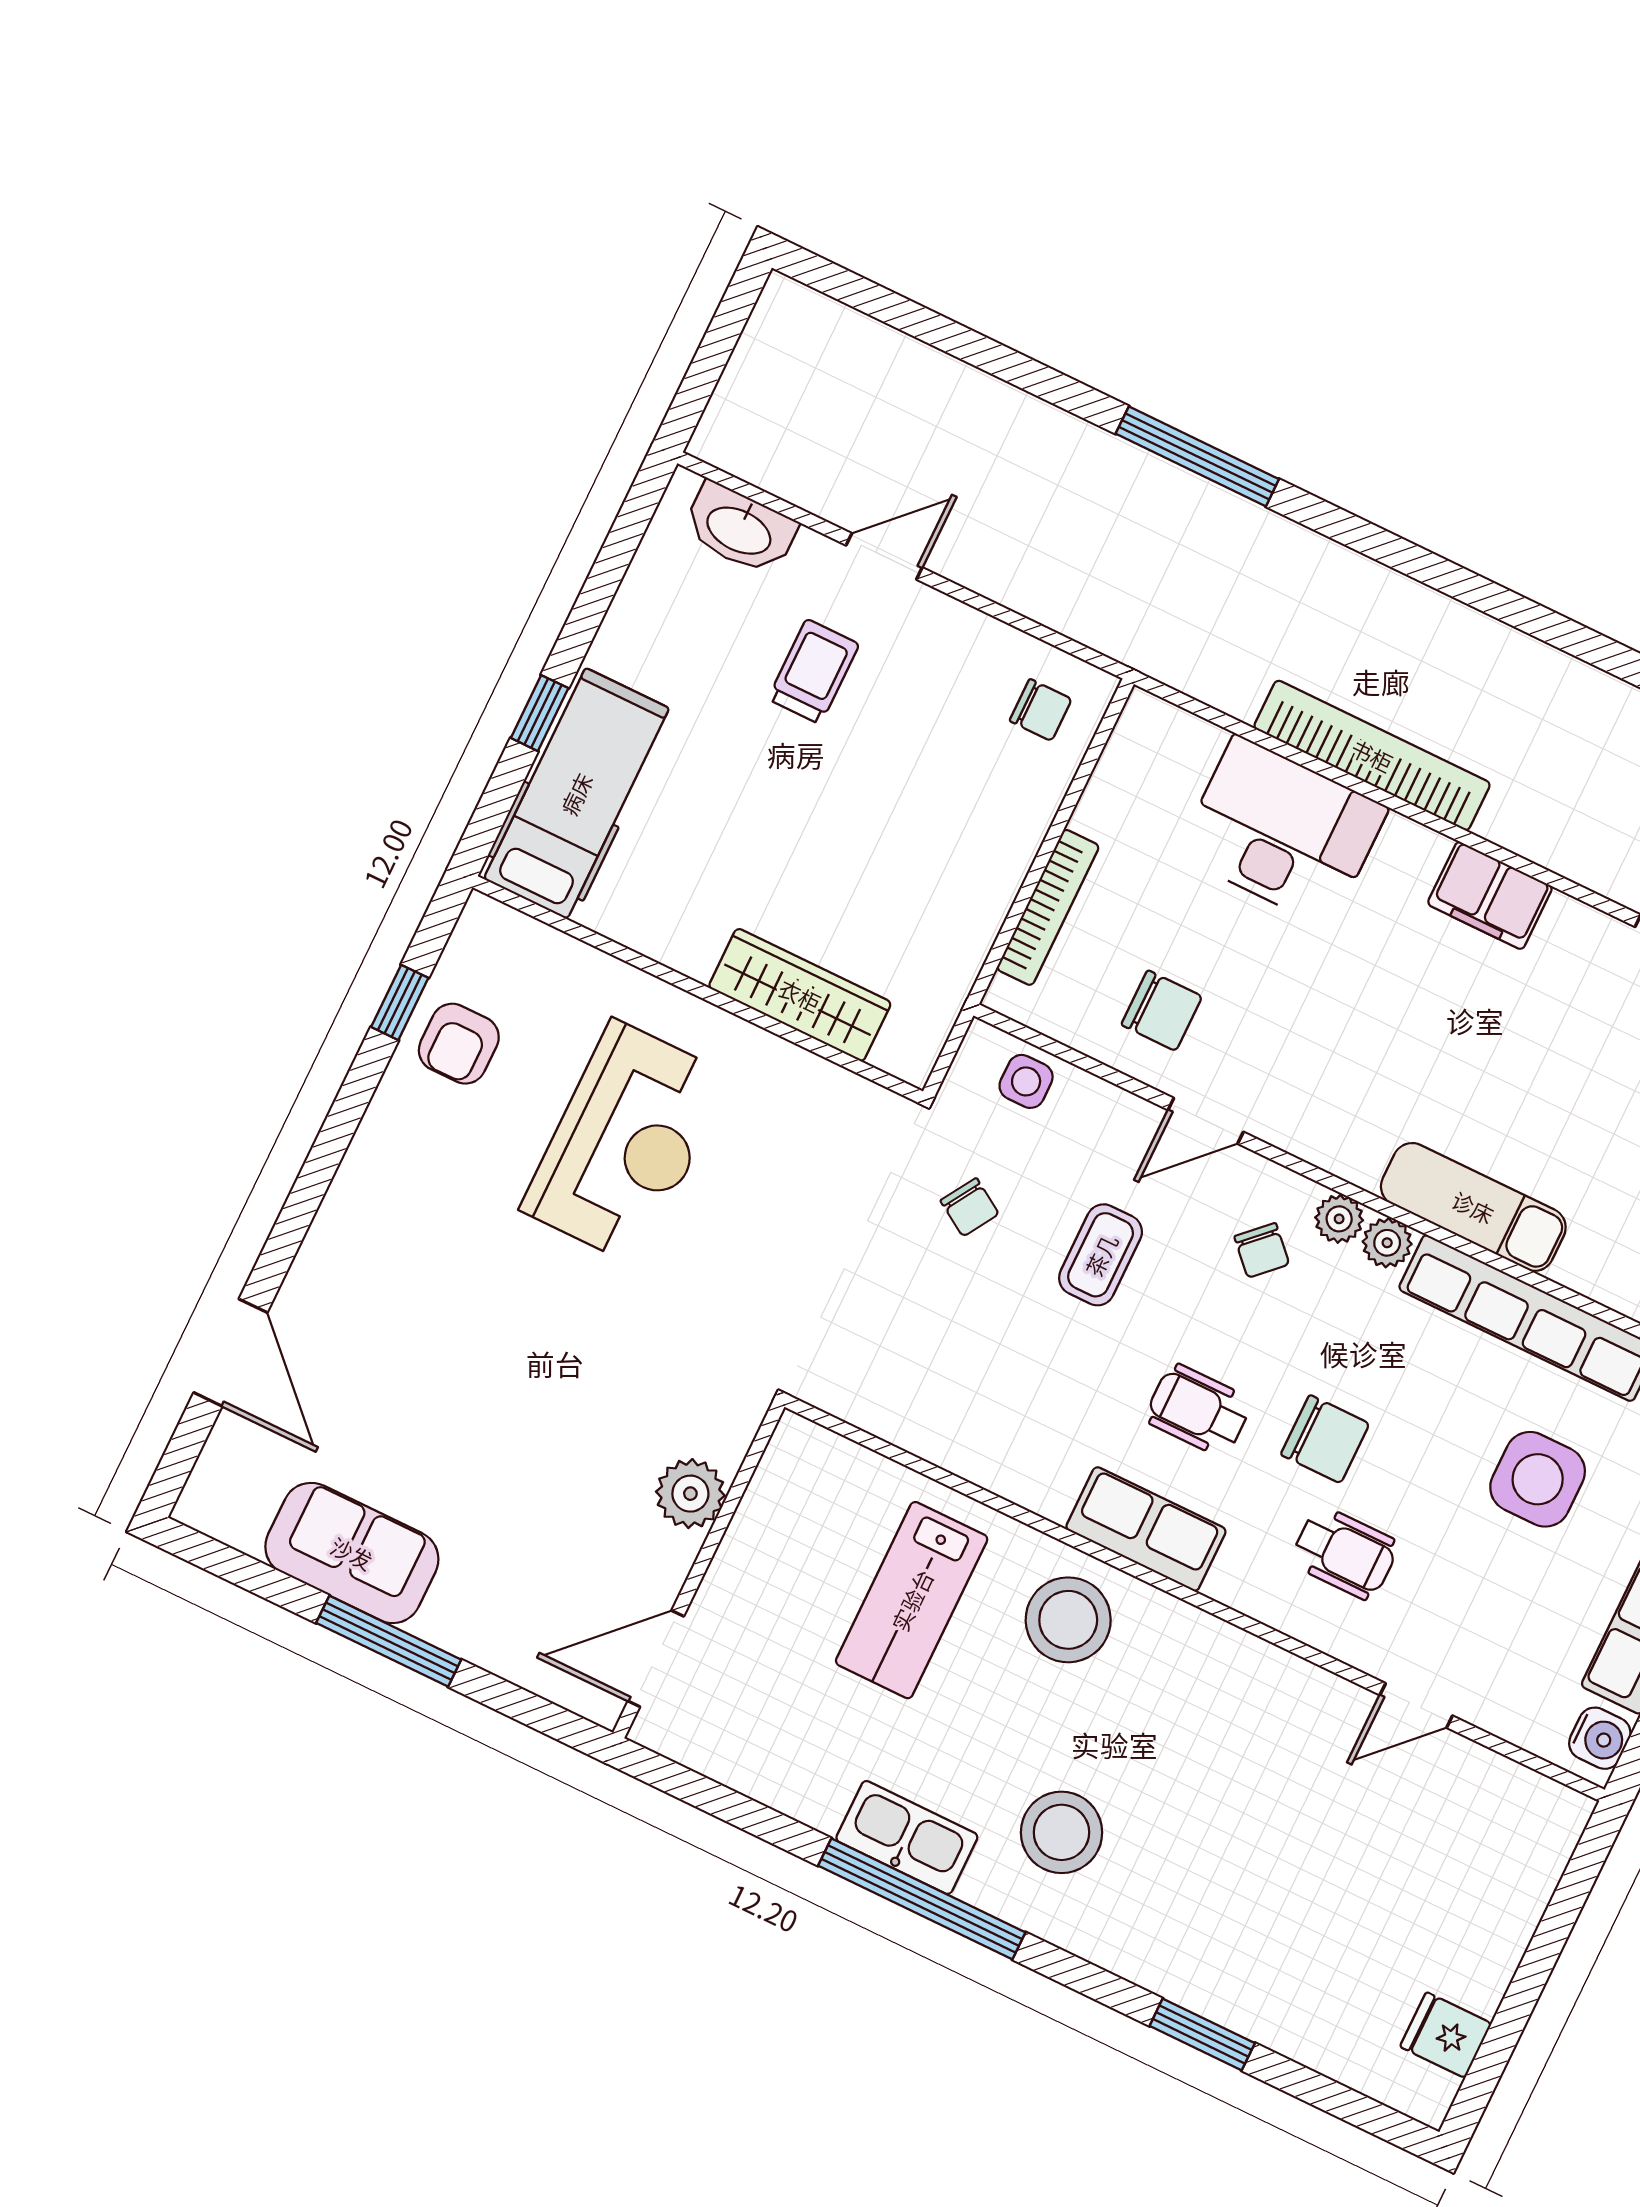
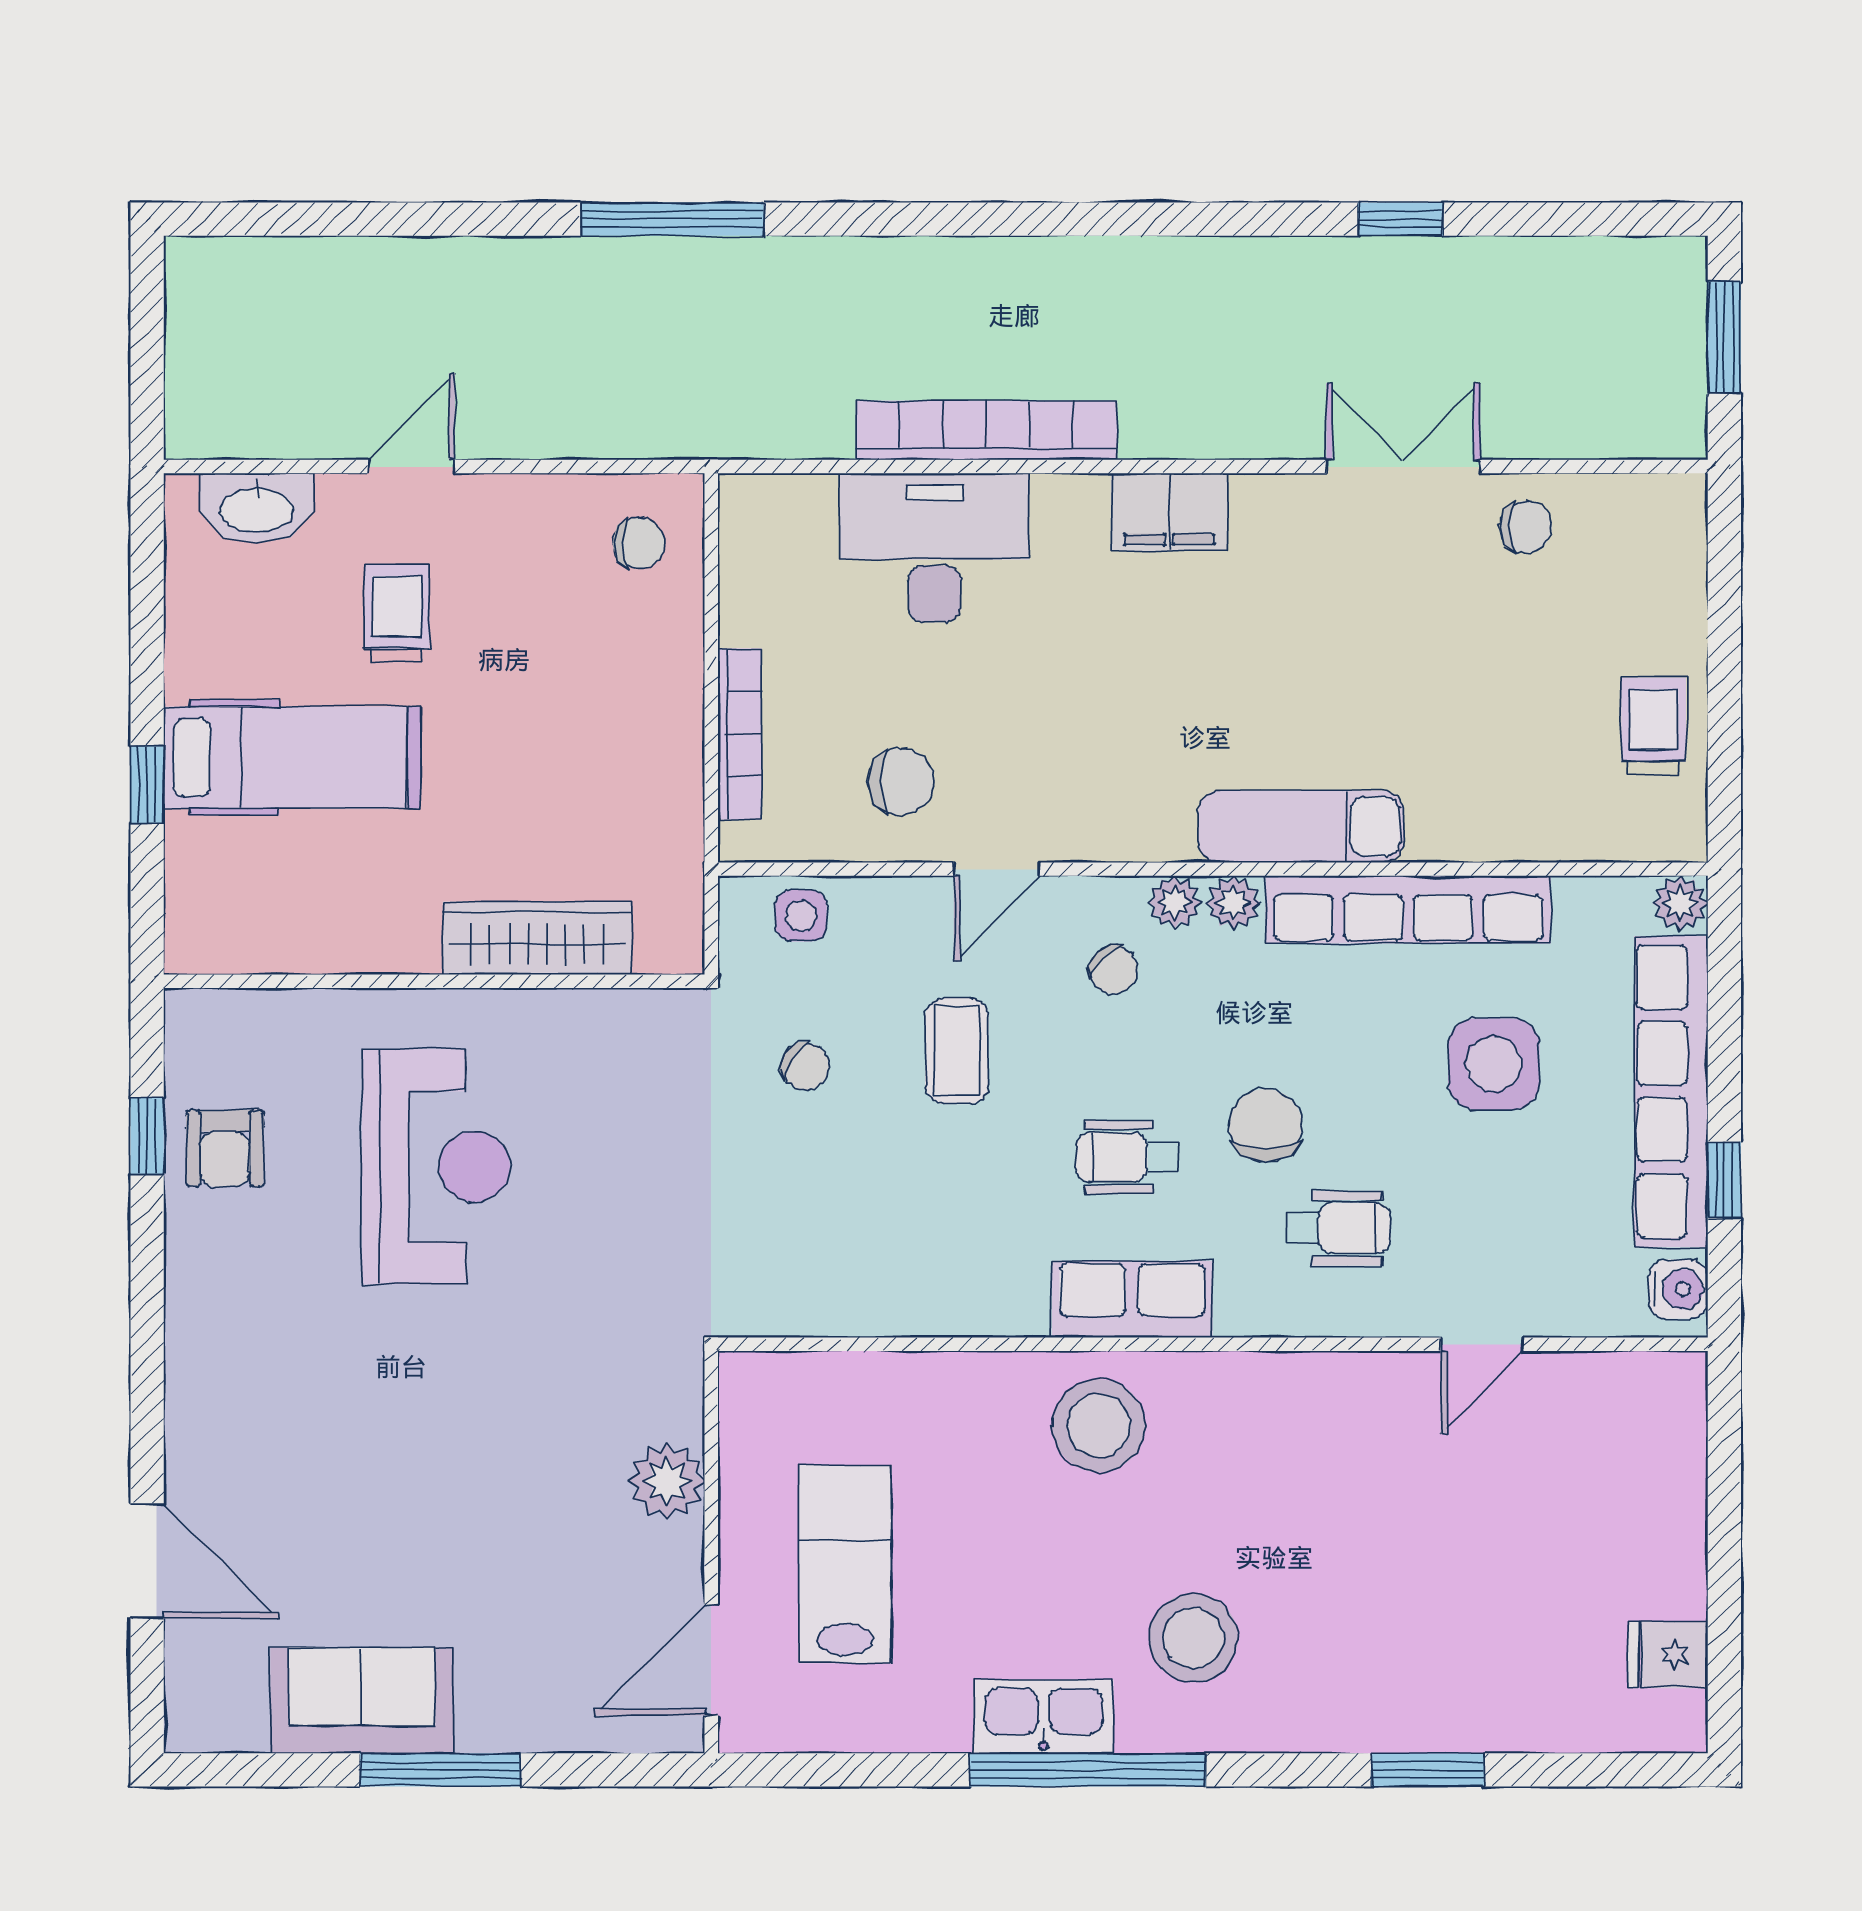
hospital bed: (576, 794) -> (292, 758), moved, turned 90
chair: (1325, 1439) -> (1266, 1126), turned -90
lab bench: (912, 1600) -> (845, 1564), moved, turned 180

